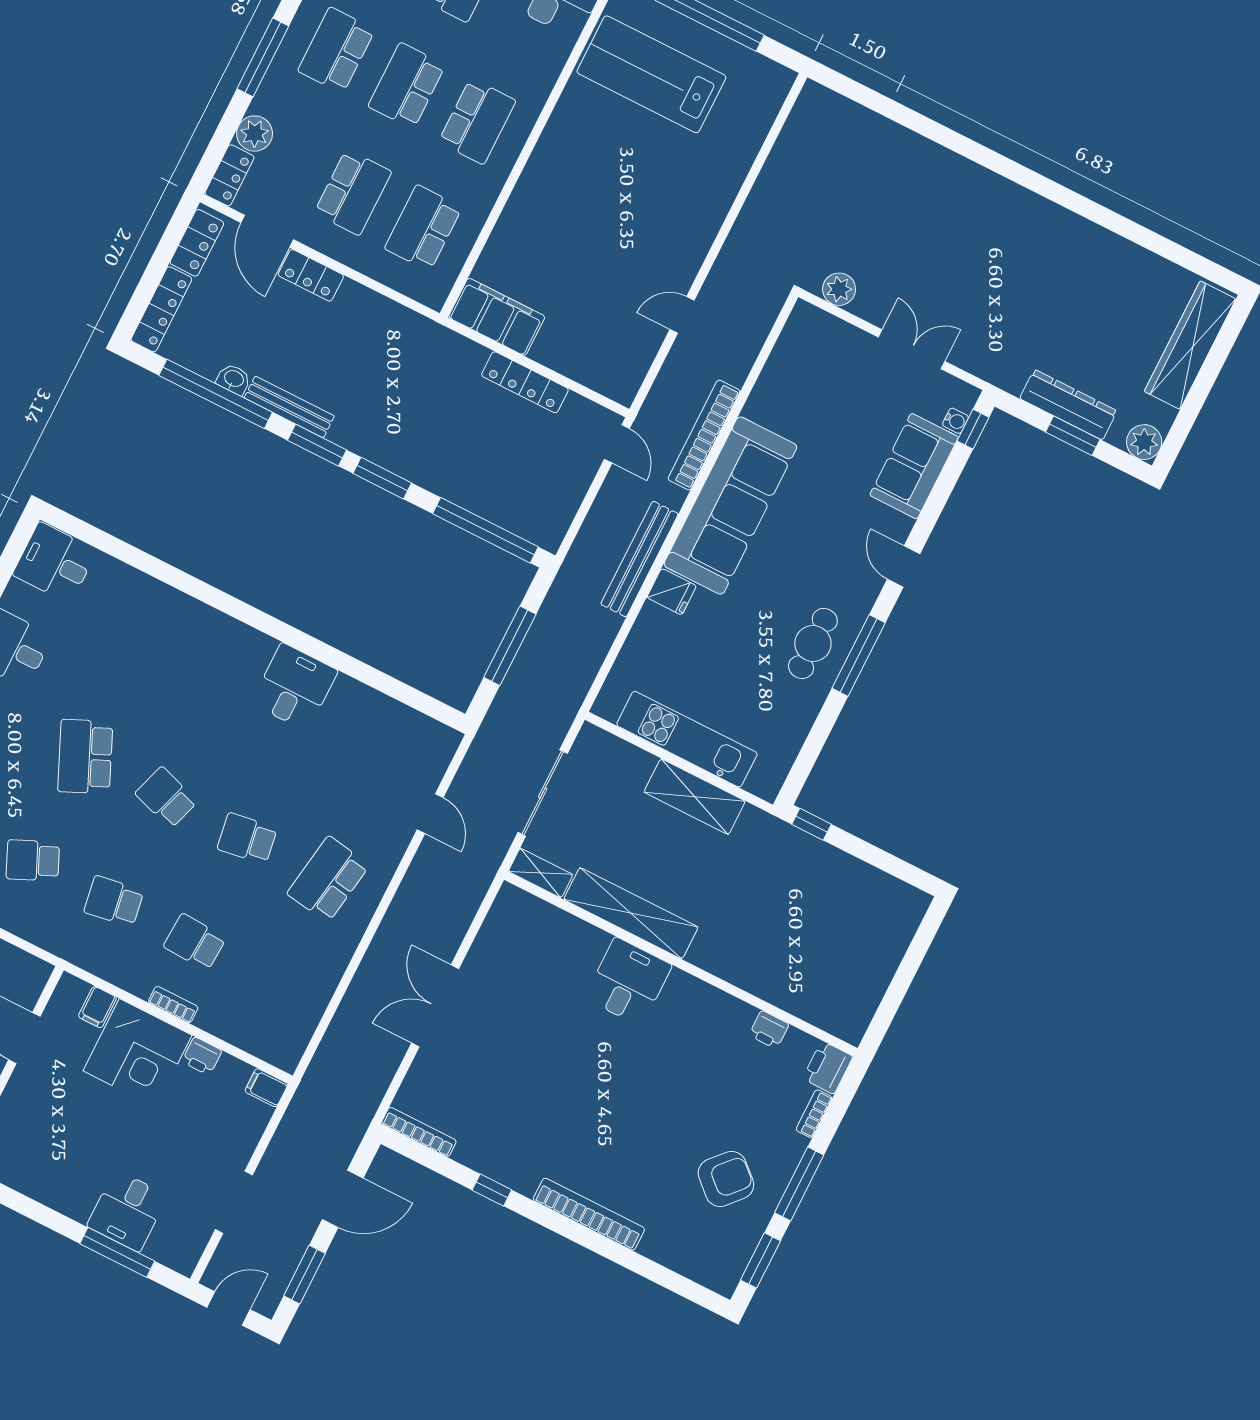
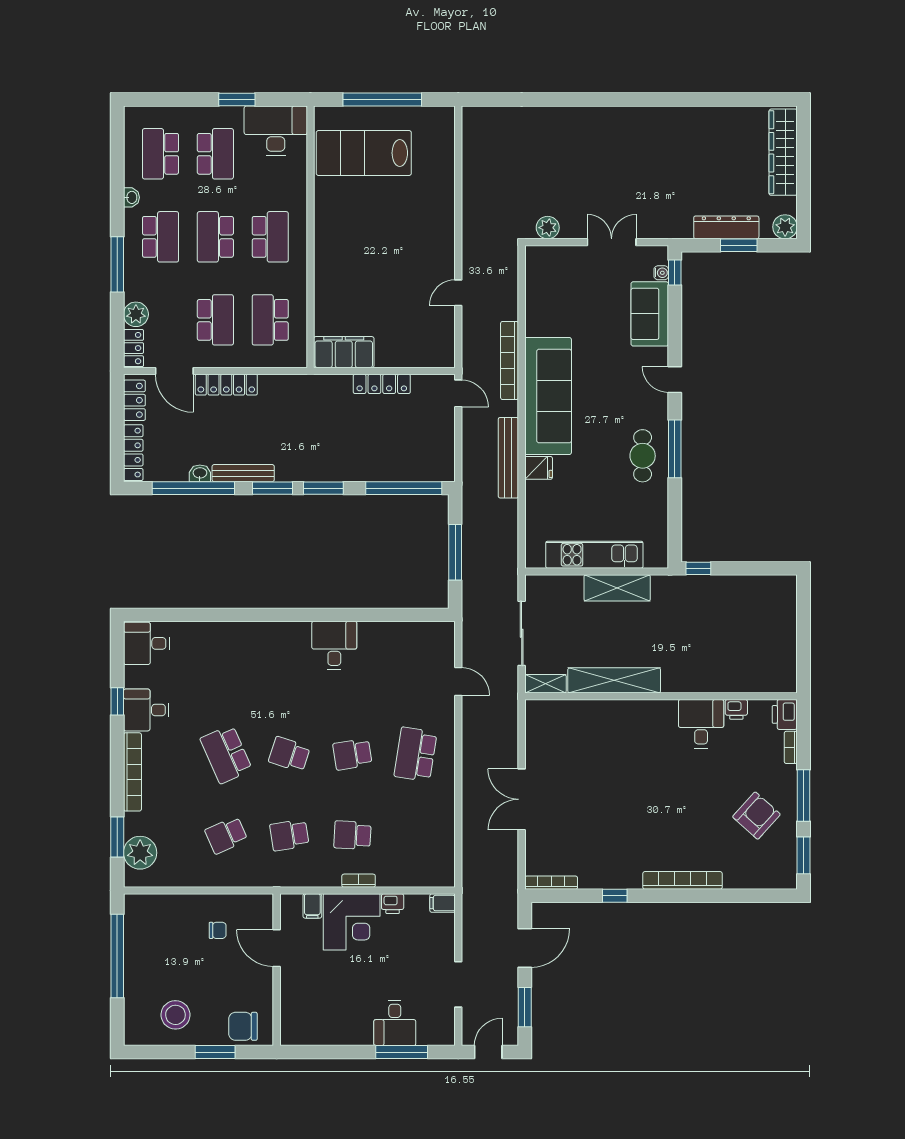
school desk: (336, 50) -> (161, 237), turned 180
locker: (311, 275) -> (226, 385), width x1.53
desk: (628, 982) -> (701, 724), moved

